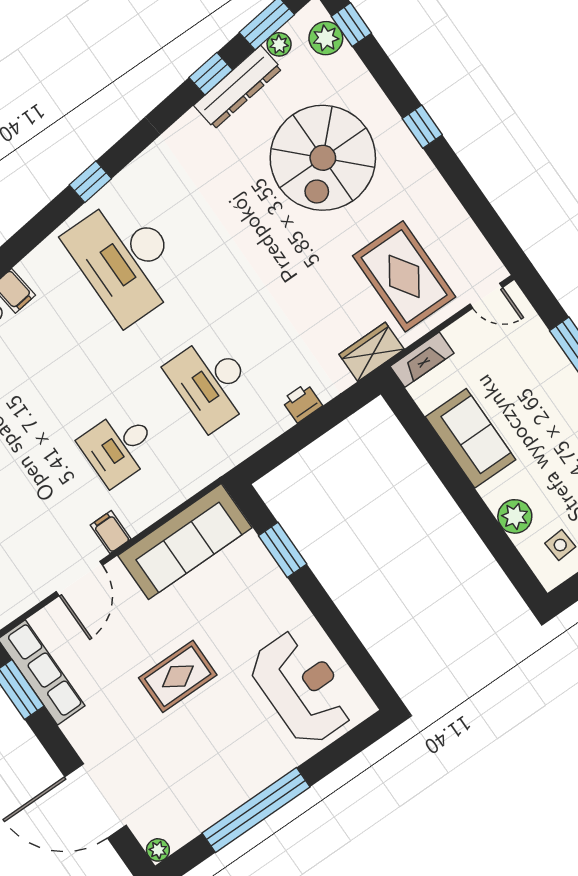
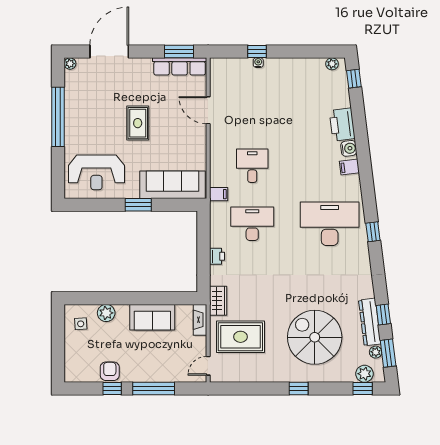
filing cabinet: (111, 532) -> (219, 194), moved
sofa: (185, 542) -> (172, 185), moved, turned 90
window: (283, 550) -> (138, 205), moved

